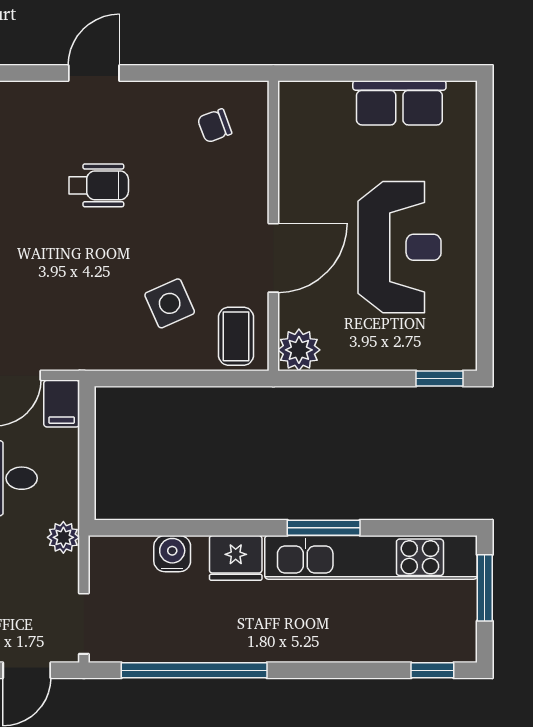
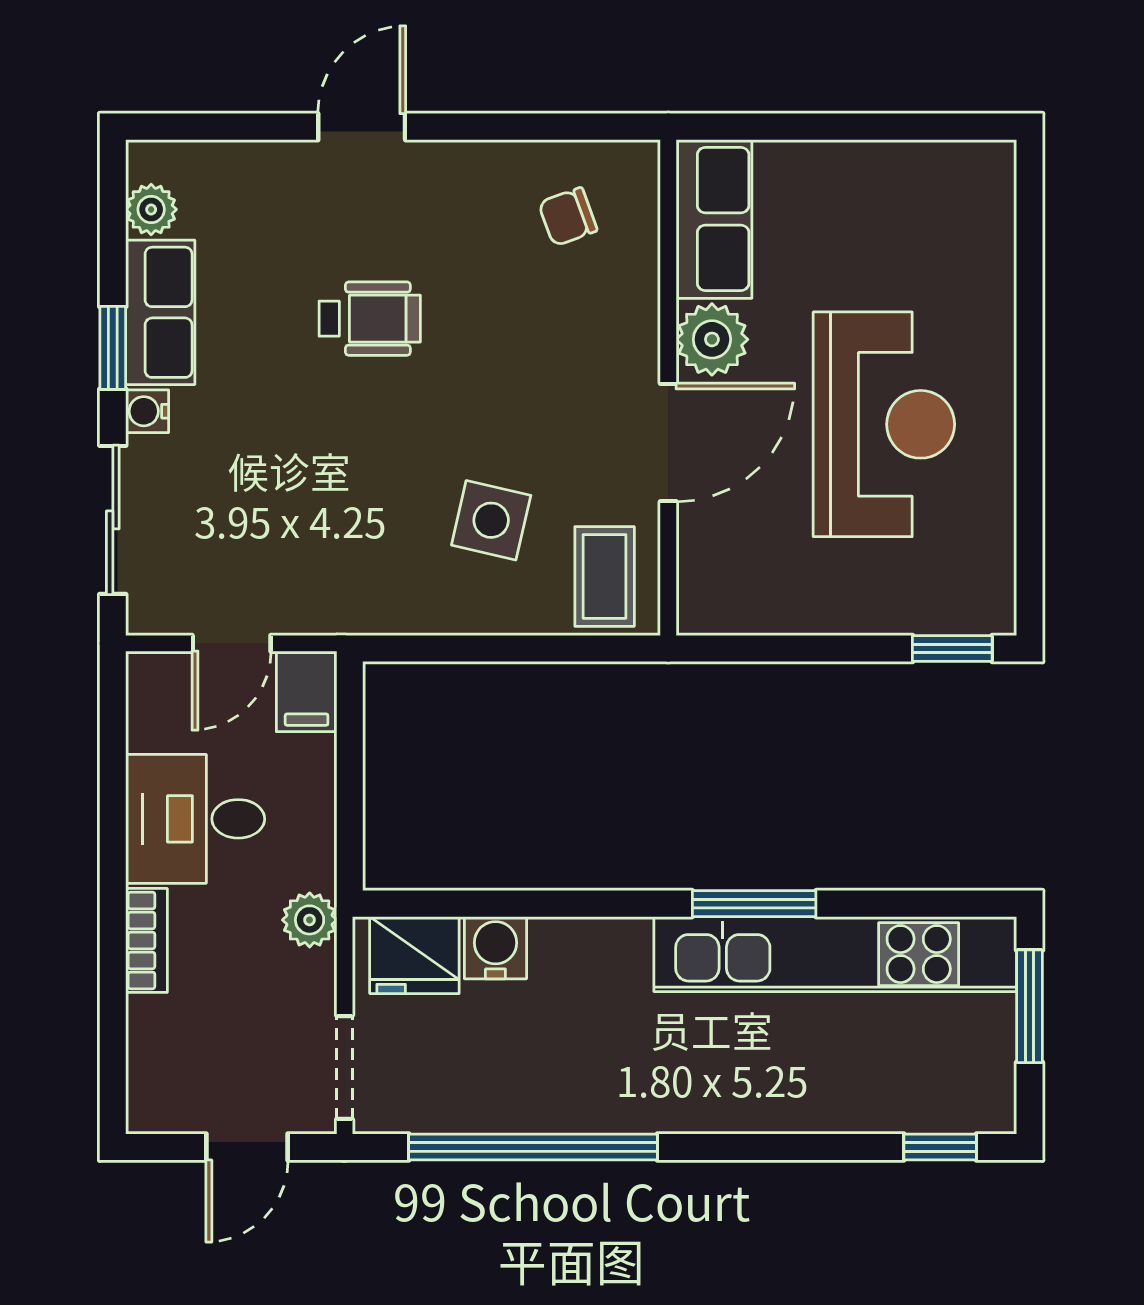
row of seats: (399, 103) -> (714, 219), moved, turned -90
side table: (170, 303) -> (491, 520), turned 37
plant: (299, 350) -> (712, 339), moved
fridge: (236, 558) -> (414, 955), moved

